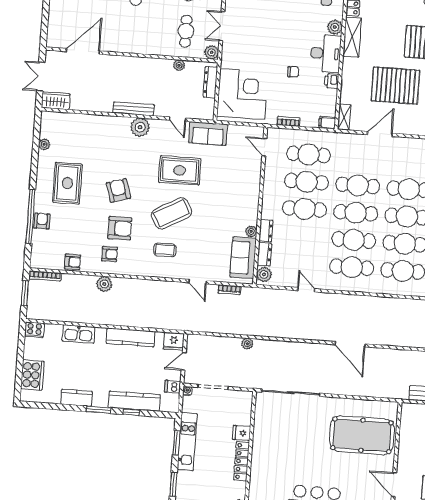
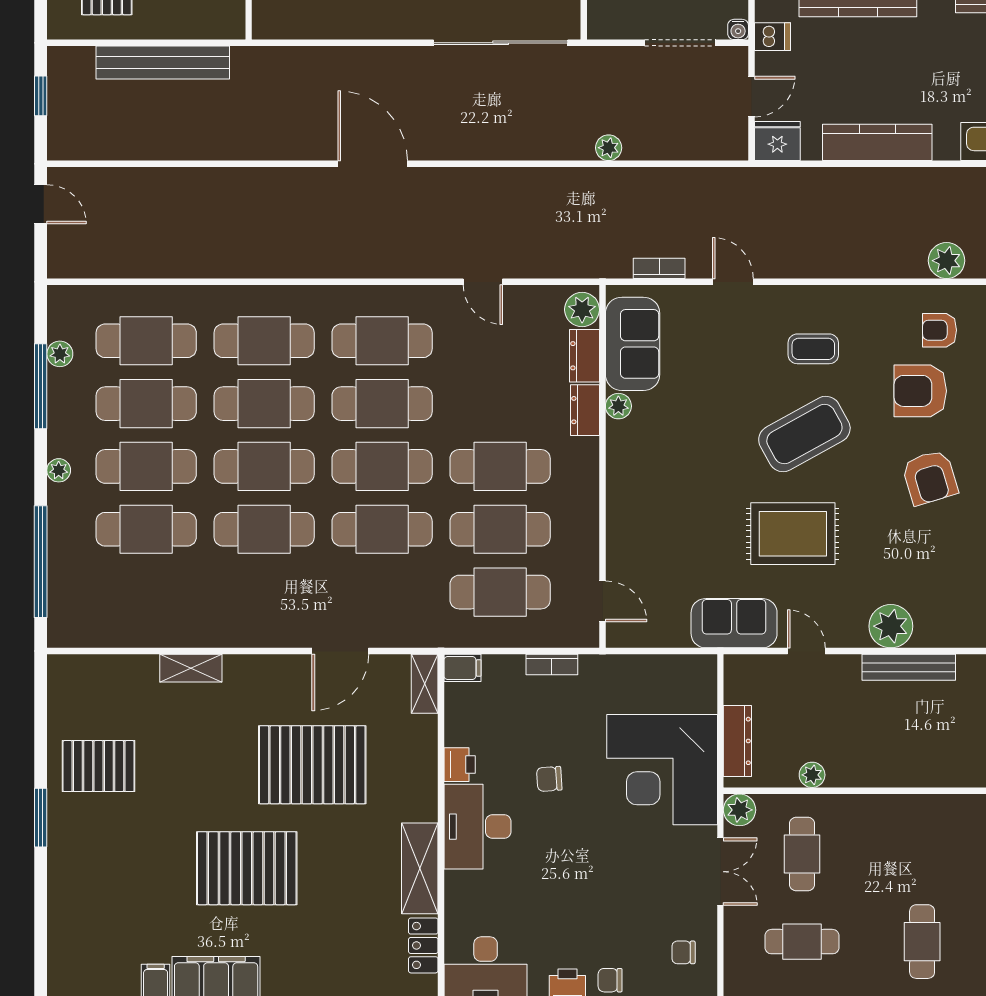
plant: (335, 27) -> (461, 889), removed
corner desk: (242, 94) -> (662, 770), moved

